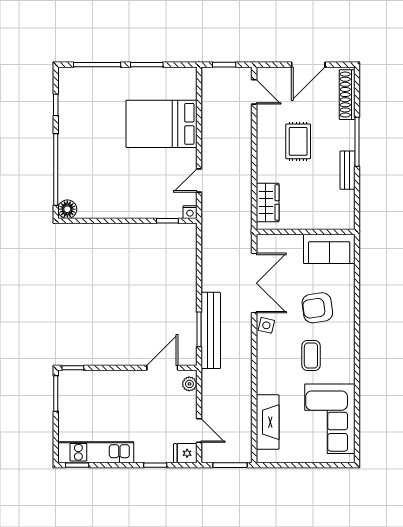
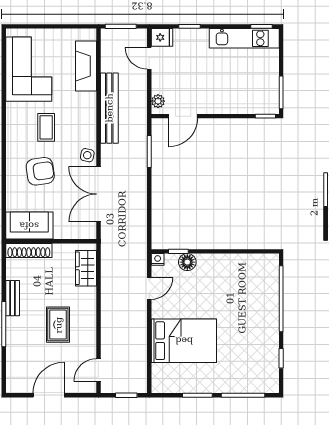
door: (254, 92) -> (98, 370), hinge flipped
shoe rack: (347, 95) -> (29, 250), moved, turned 90
floor lamp: (67, 209) -> (187, 262), moved
bench: (211, 330) -> (109, 108), moved

